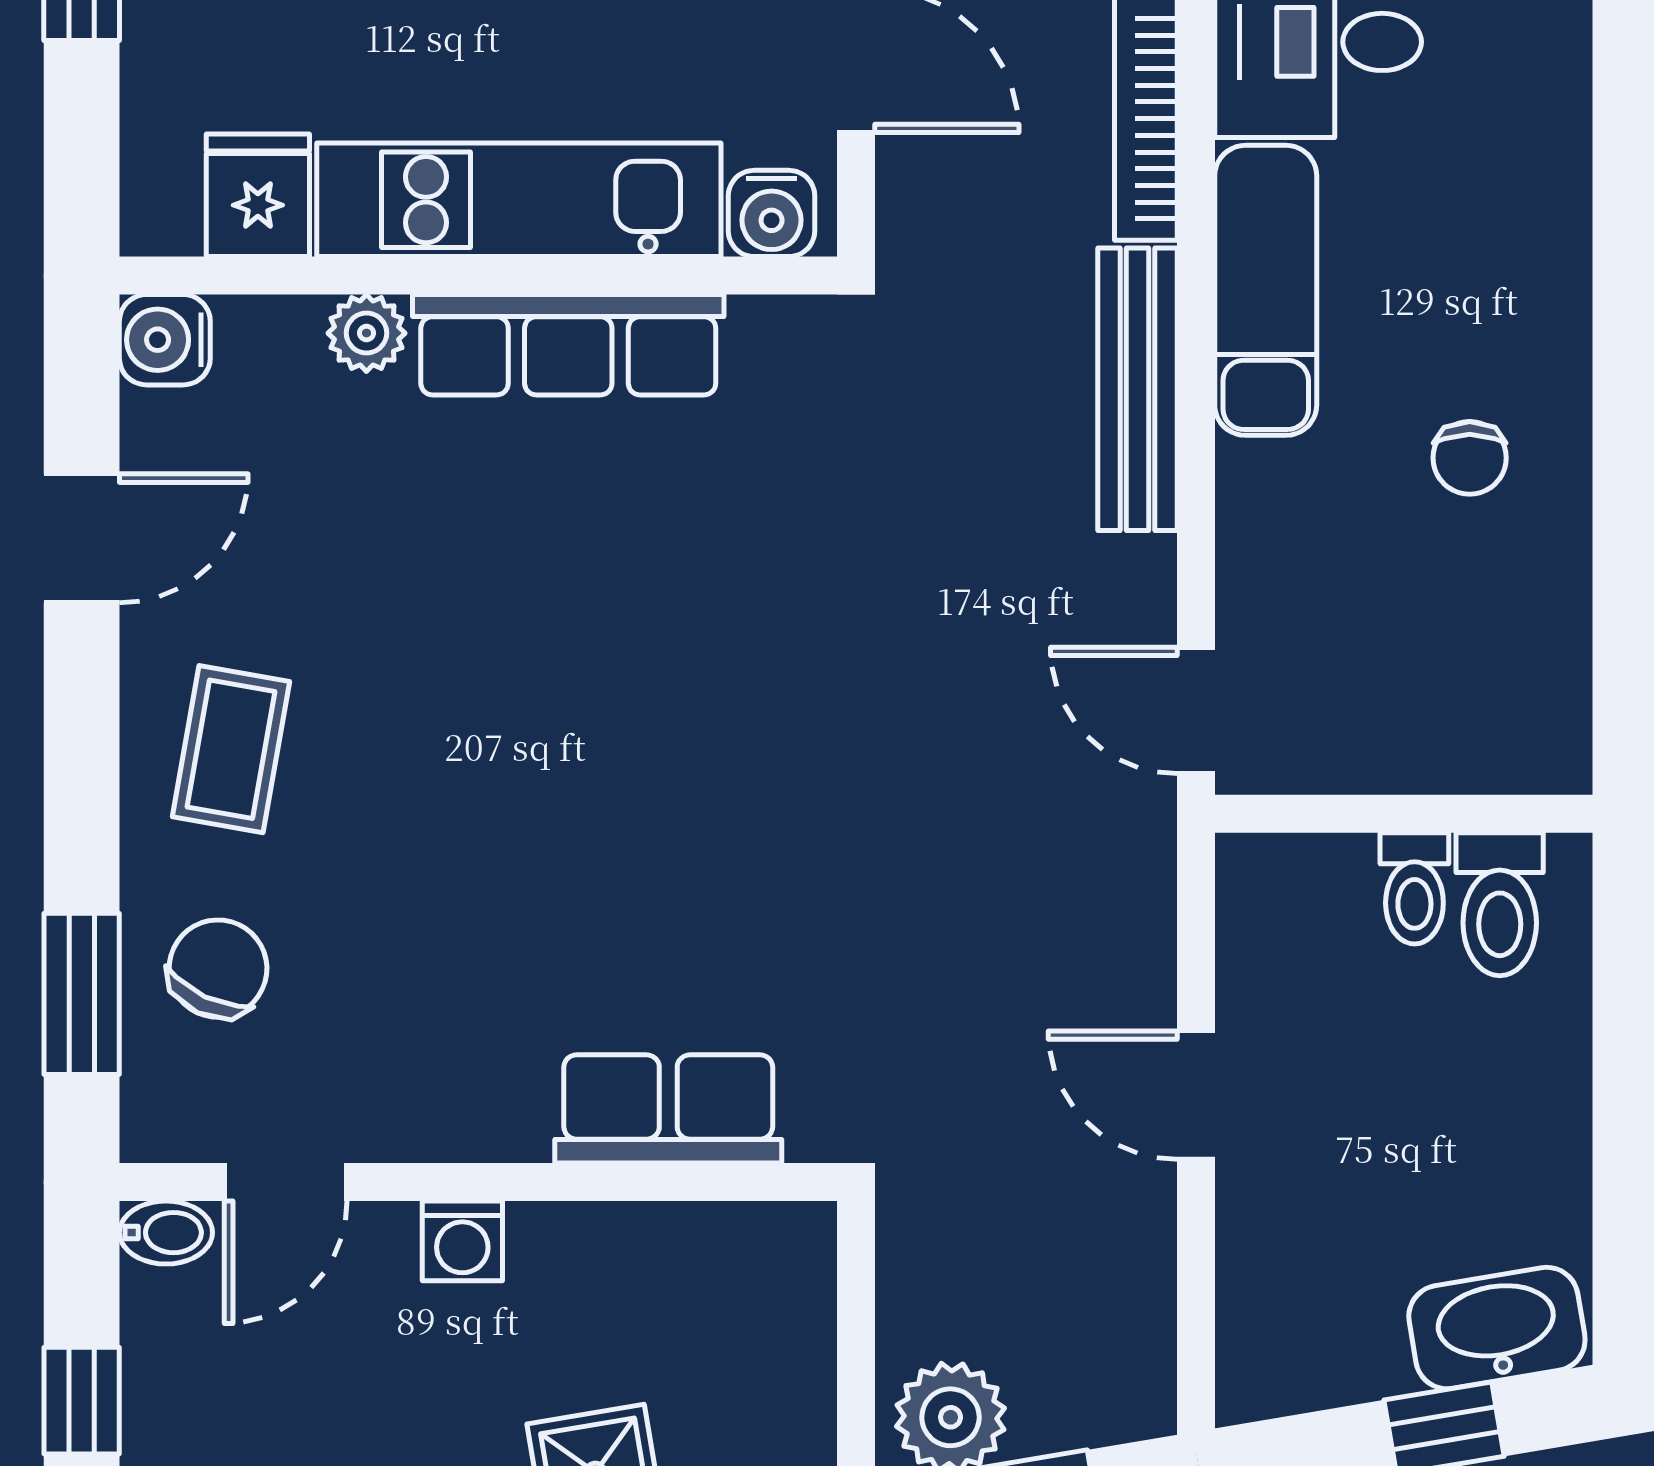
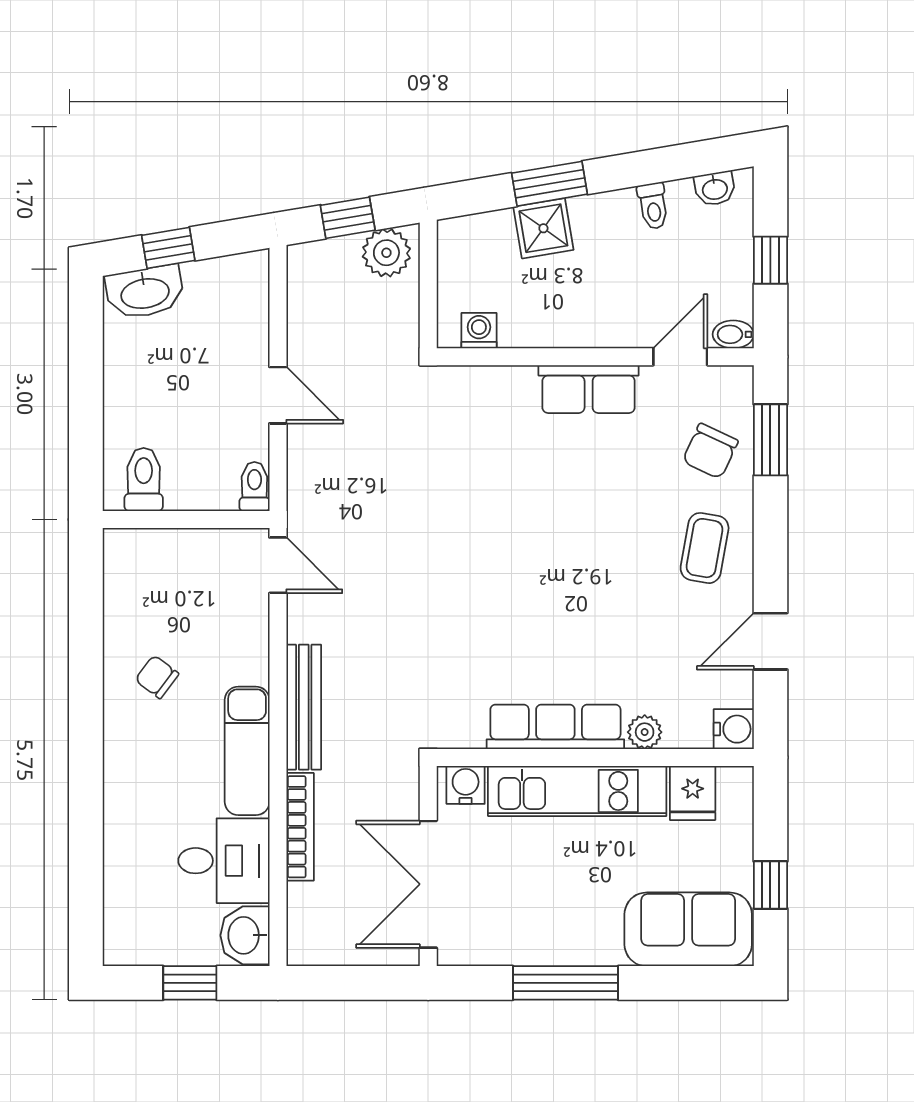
chair: (1470, 458) -> (157, 677), turned -53
toilet: (1414, 888) -> (254, 487), moved
row of seats: (668, 1109) -> (589, 389), moved
washing machine: (462, 1241) -> (479, 331), moved

